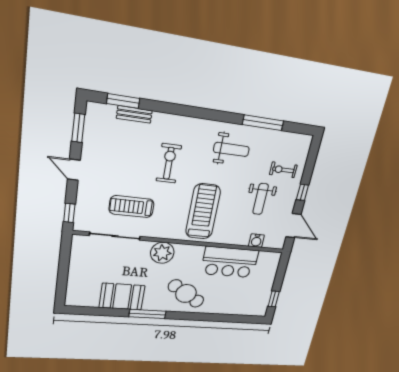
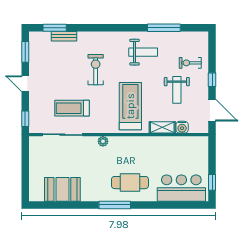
shelving: (234, 239) -> (162, 127), added
plant: (162, 253) -> (103, 141), width x0.53, depth x0.53
bar counter: (230, 262) -> (181, 188), moved, turned 180
cafe table: (186, 293) -> (130, 183), turned -32
booth: (122, 297) -> (62, 189), moved
window: (147, 314) -> (115, 205), moved

